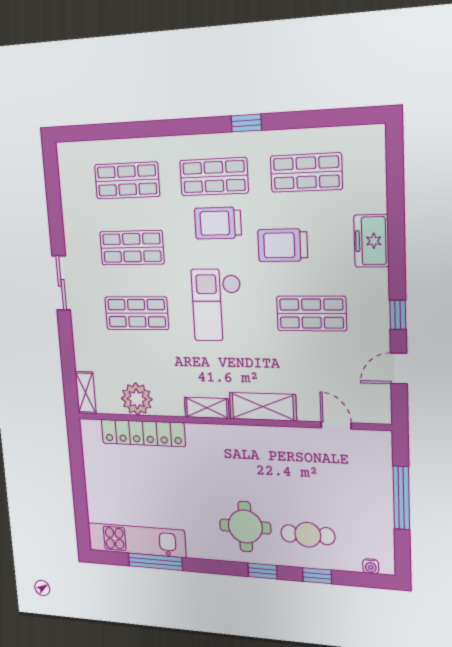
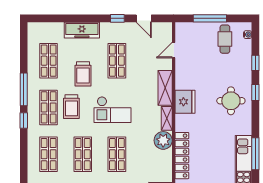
window: (246, 123) -> (24, 89), width x2.17
window: (186, 127) -> (24, 120), added
freezer: (371, 241) -> (82, 30), width x1.40
plant: (137, 399) -> (163, 140), moved
fridge: (239, 443) -> (185, 102), added
cafe table: (308, 535) -> (225, 39), moved

